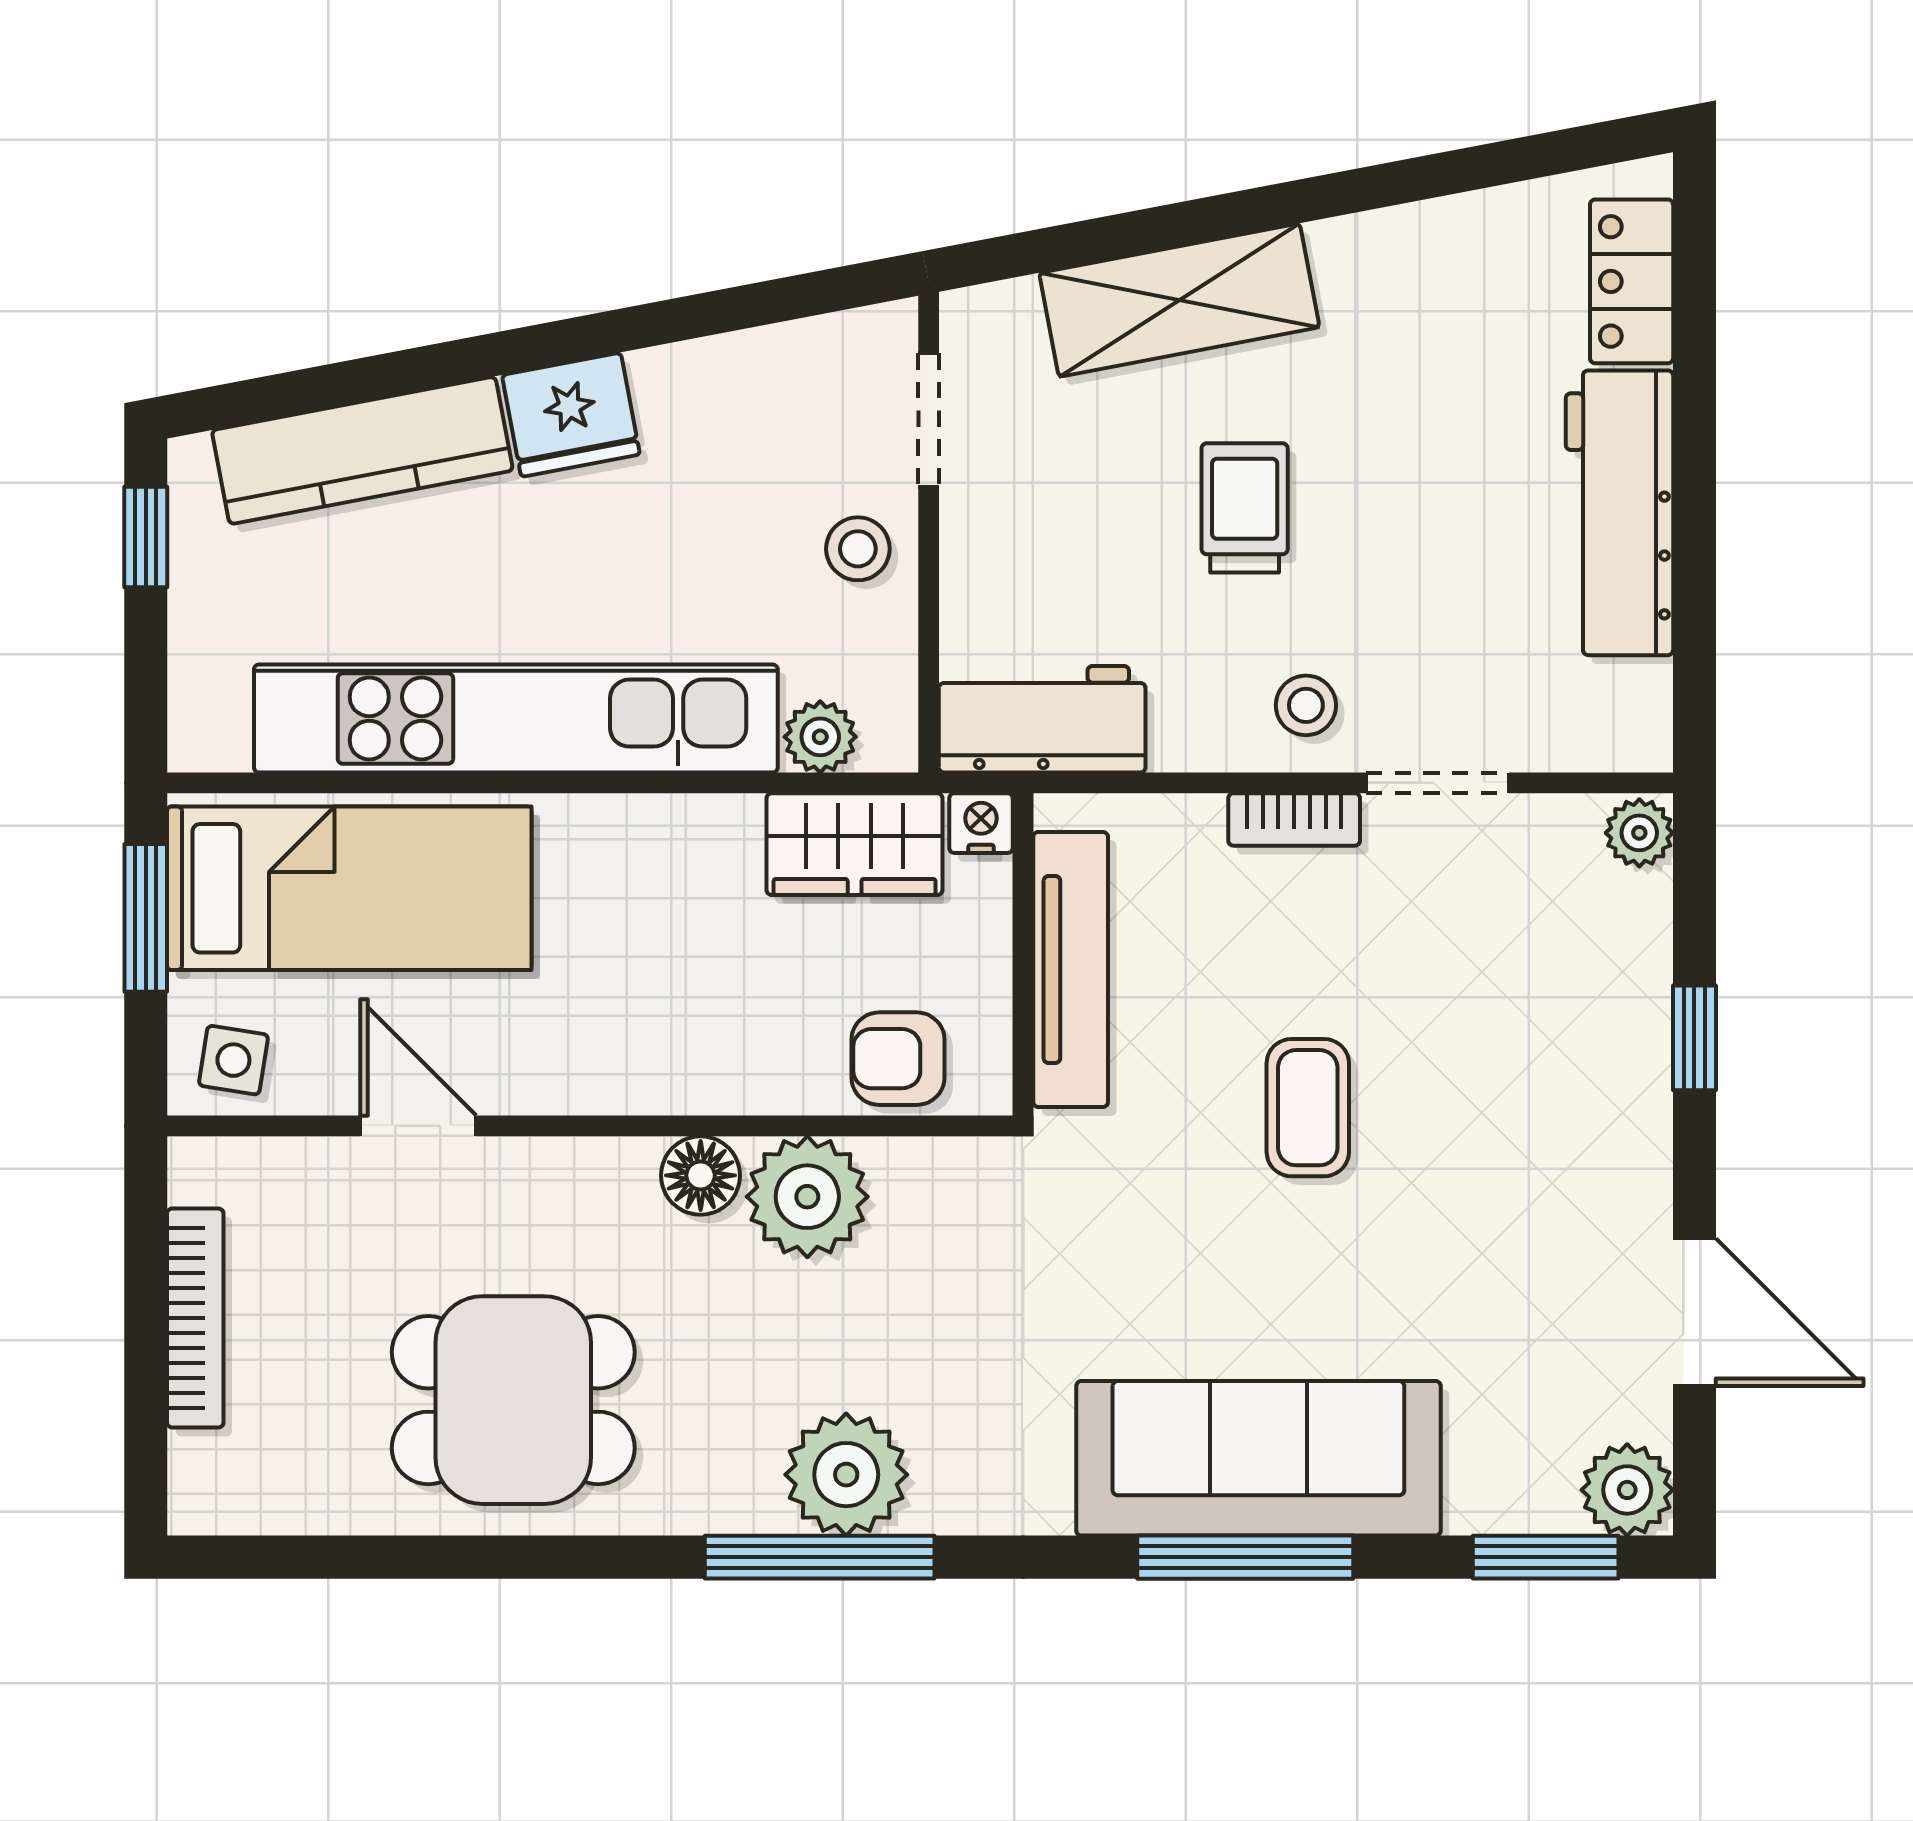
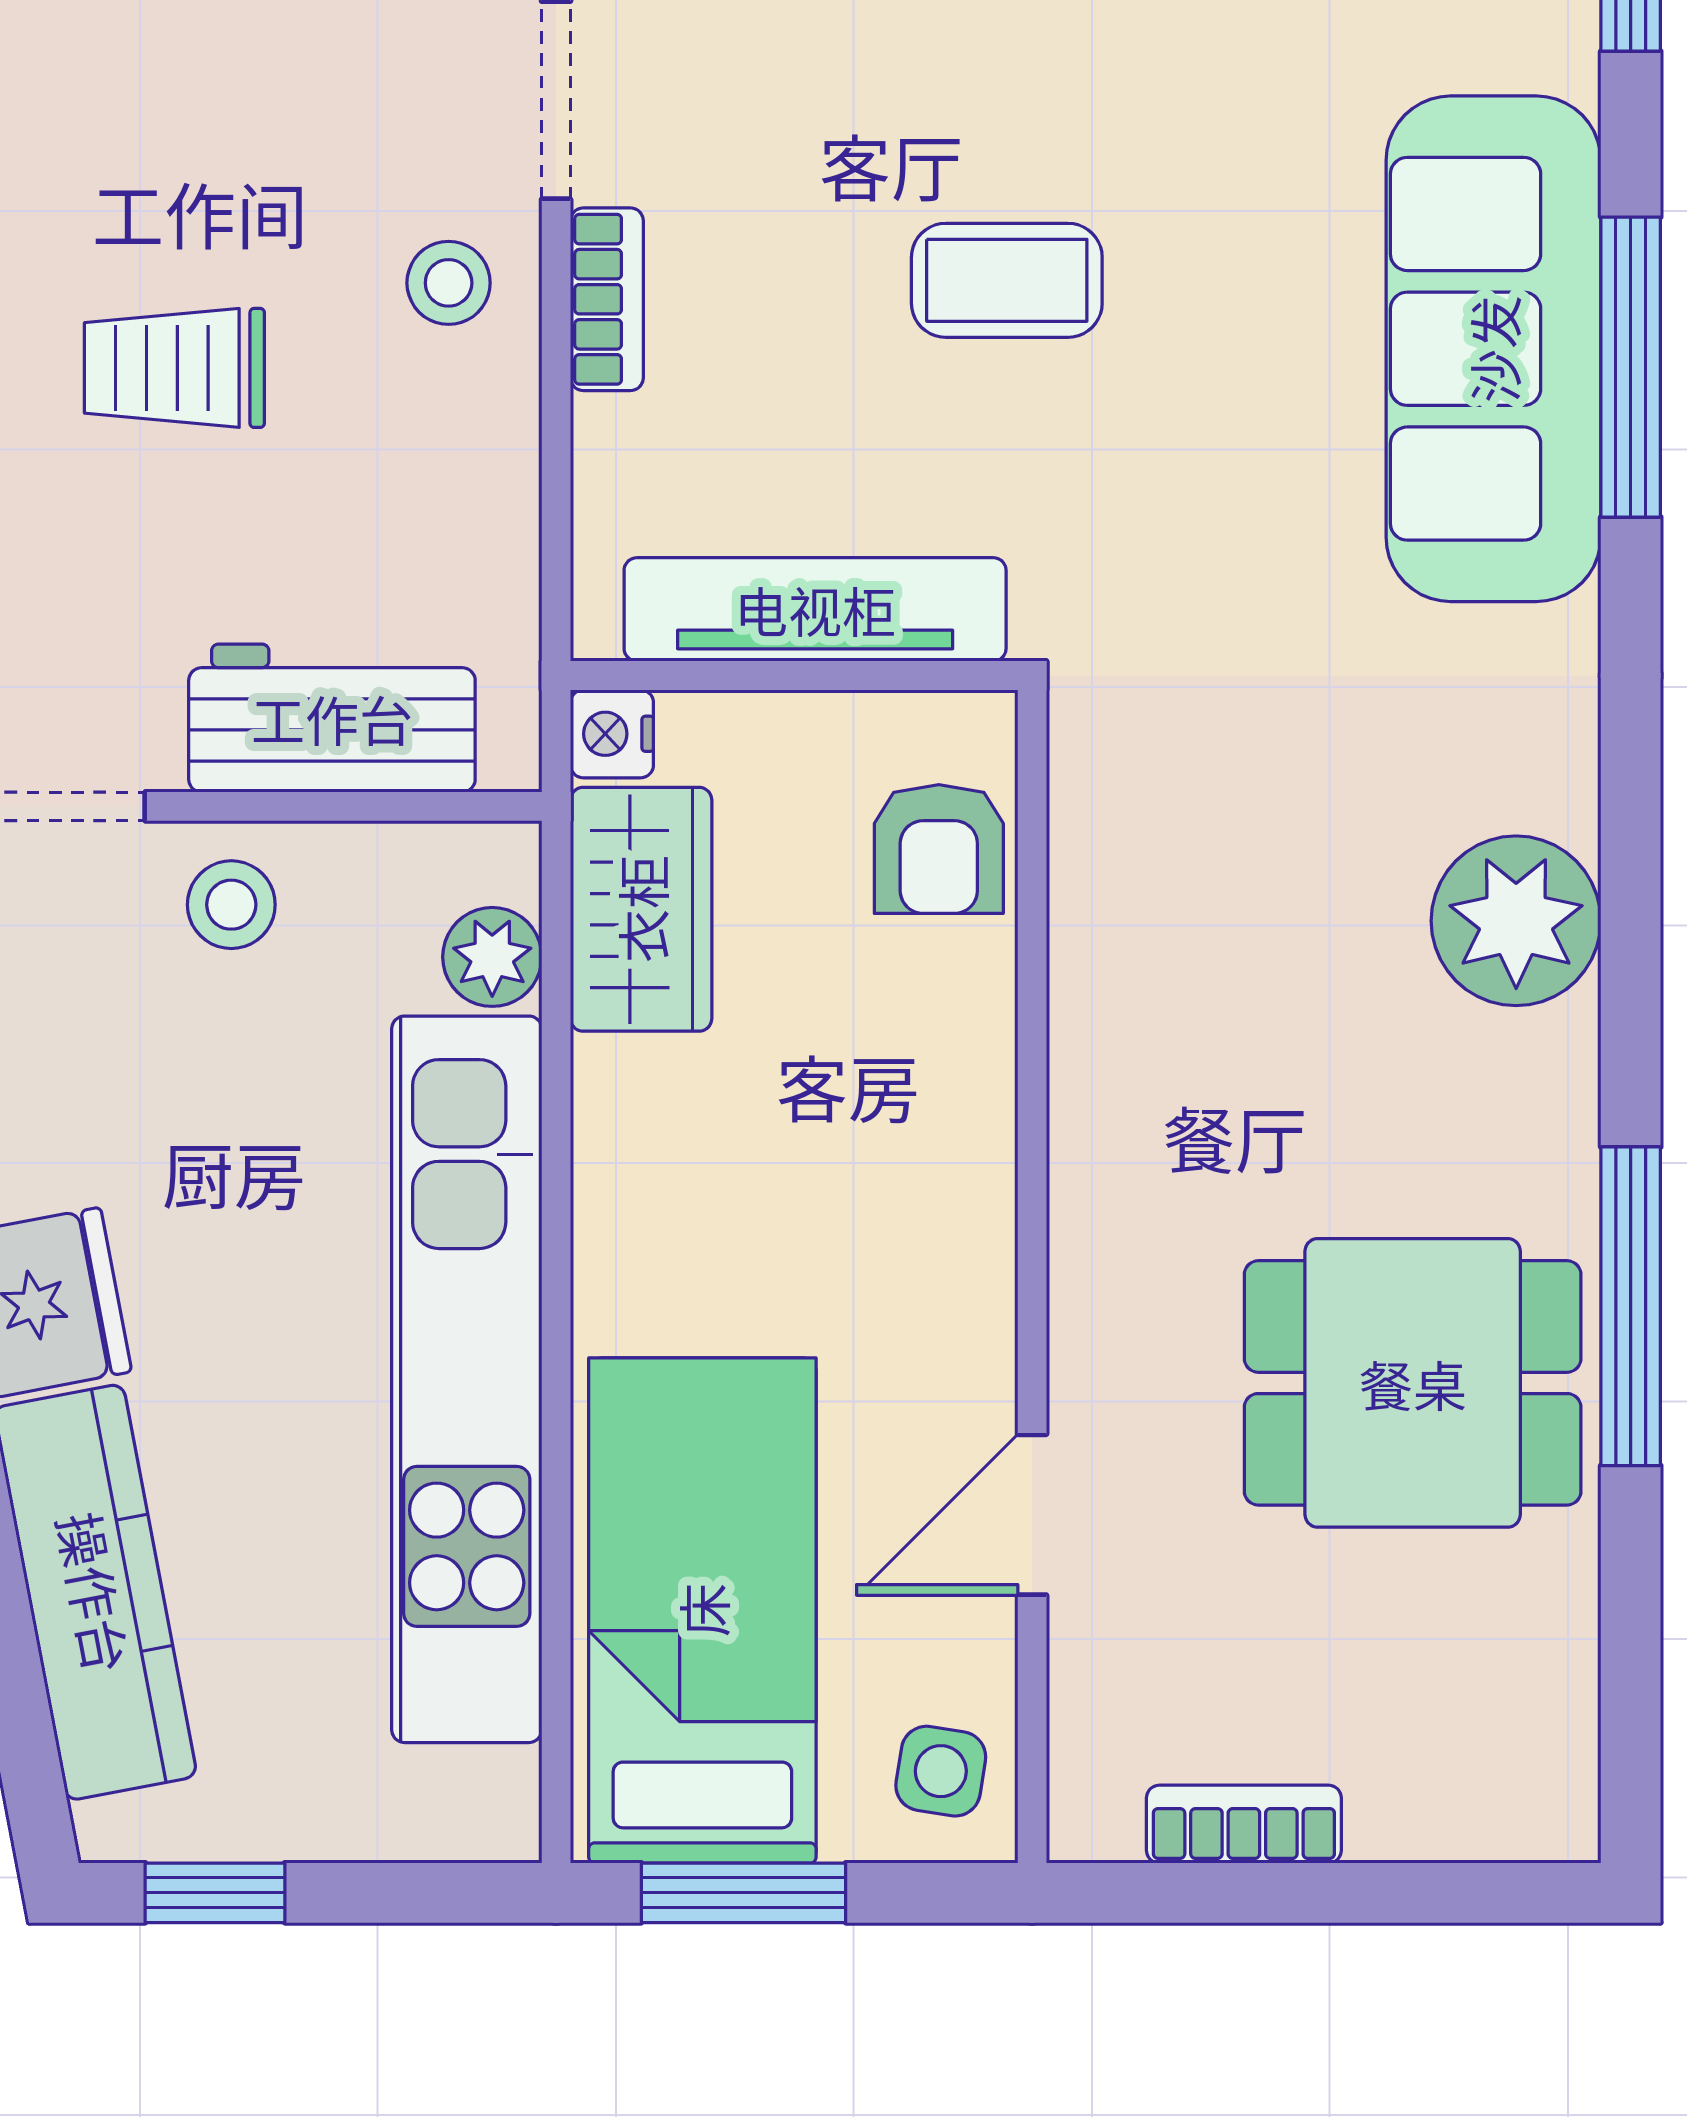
workbench: (1042, 719) -> (332, 718), moved, turned 90
floor lamp: (701, 1175) -> (1101, 1123), removed
plant: (807, 1197) -> (1130, 975), removed
bookcase: (195, 1318) -> (1244, 1824), width x0.64
dining table: (513, 1400) -> (1413, 1383), turned 90
window: (820, 1557) -> (1631, 1306), moved

